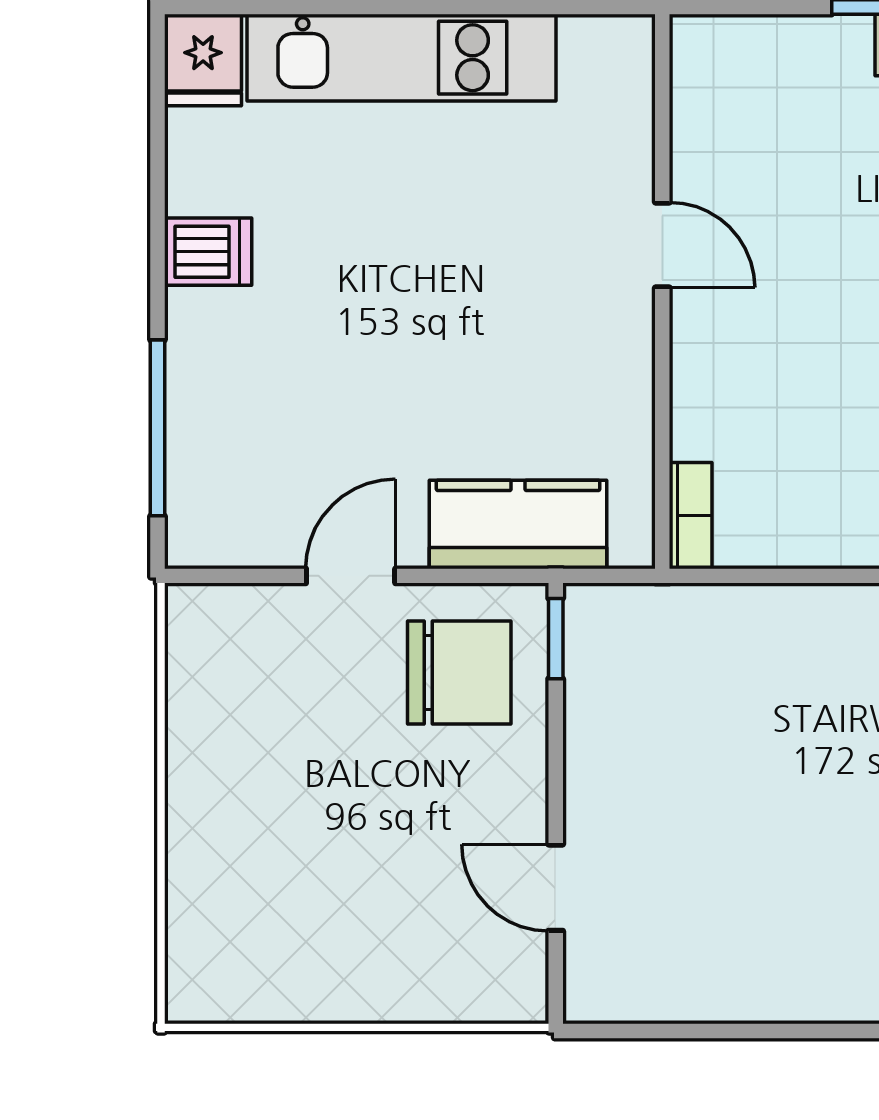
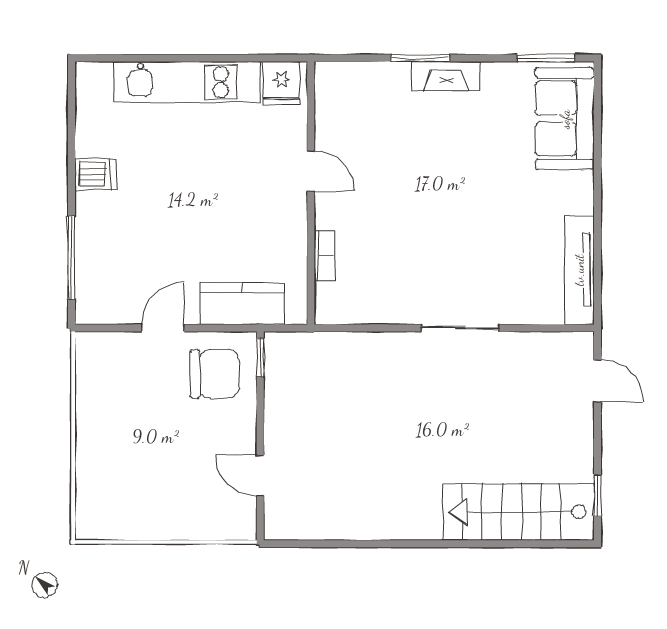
fridge: (203, 60) -> (281, 83), moved
bookcase: (691, 516) -> (324, 256), moved

